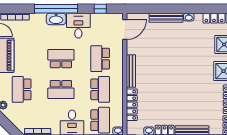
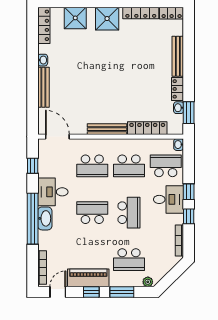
school desk: (61, 59) -> (92, 213), turned 90
school desk: (100, 89) -> (129, 166), turned 180

